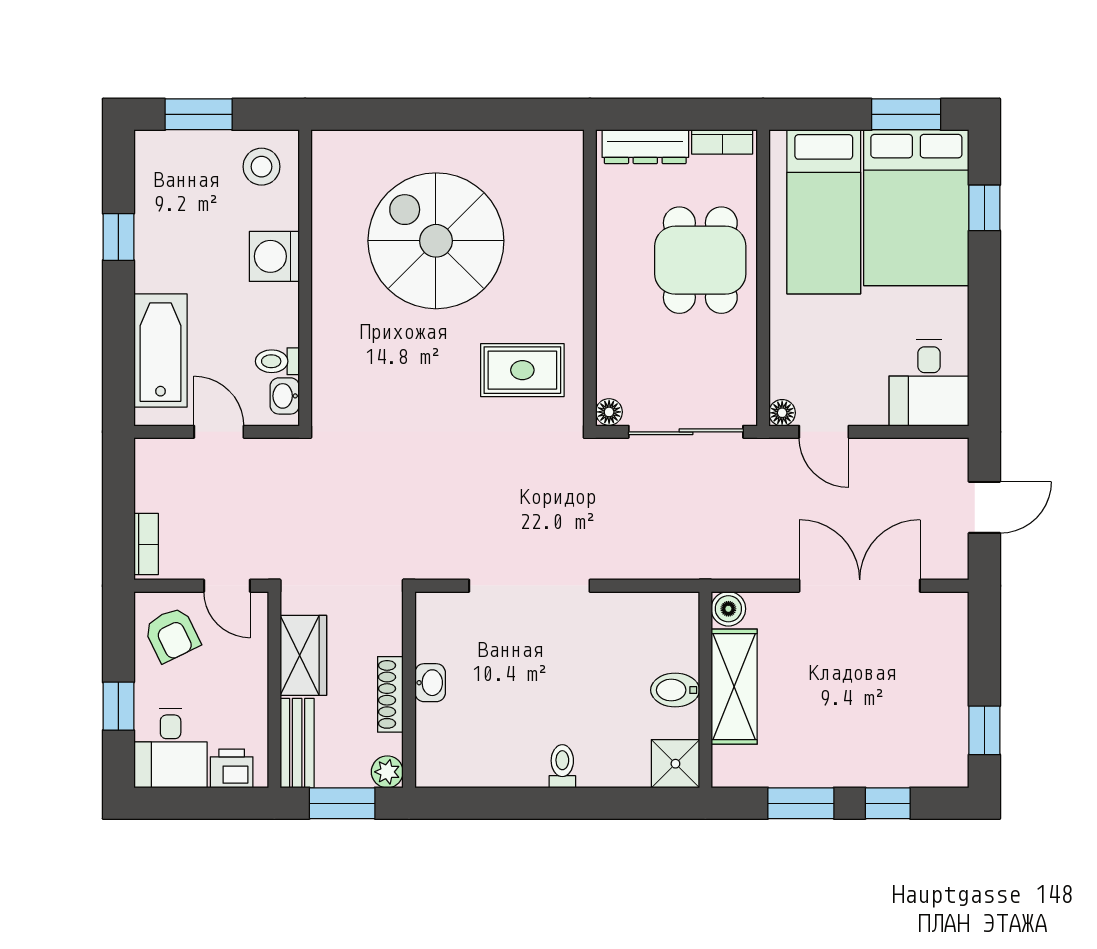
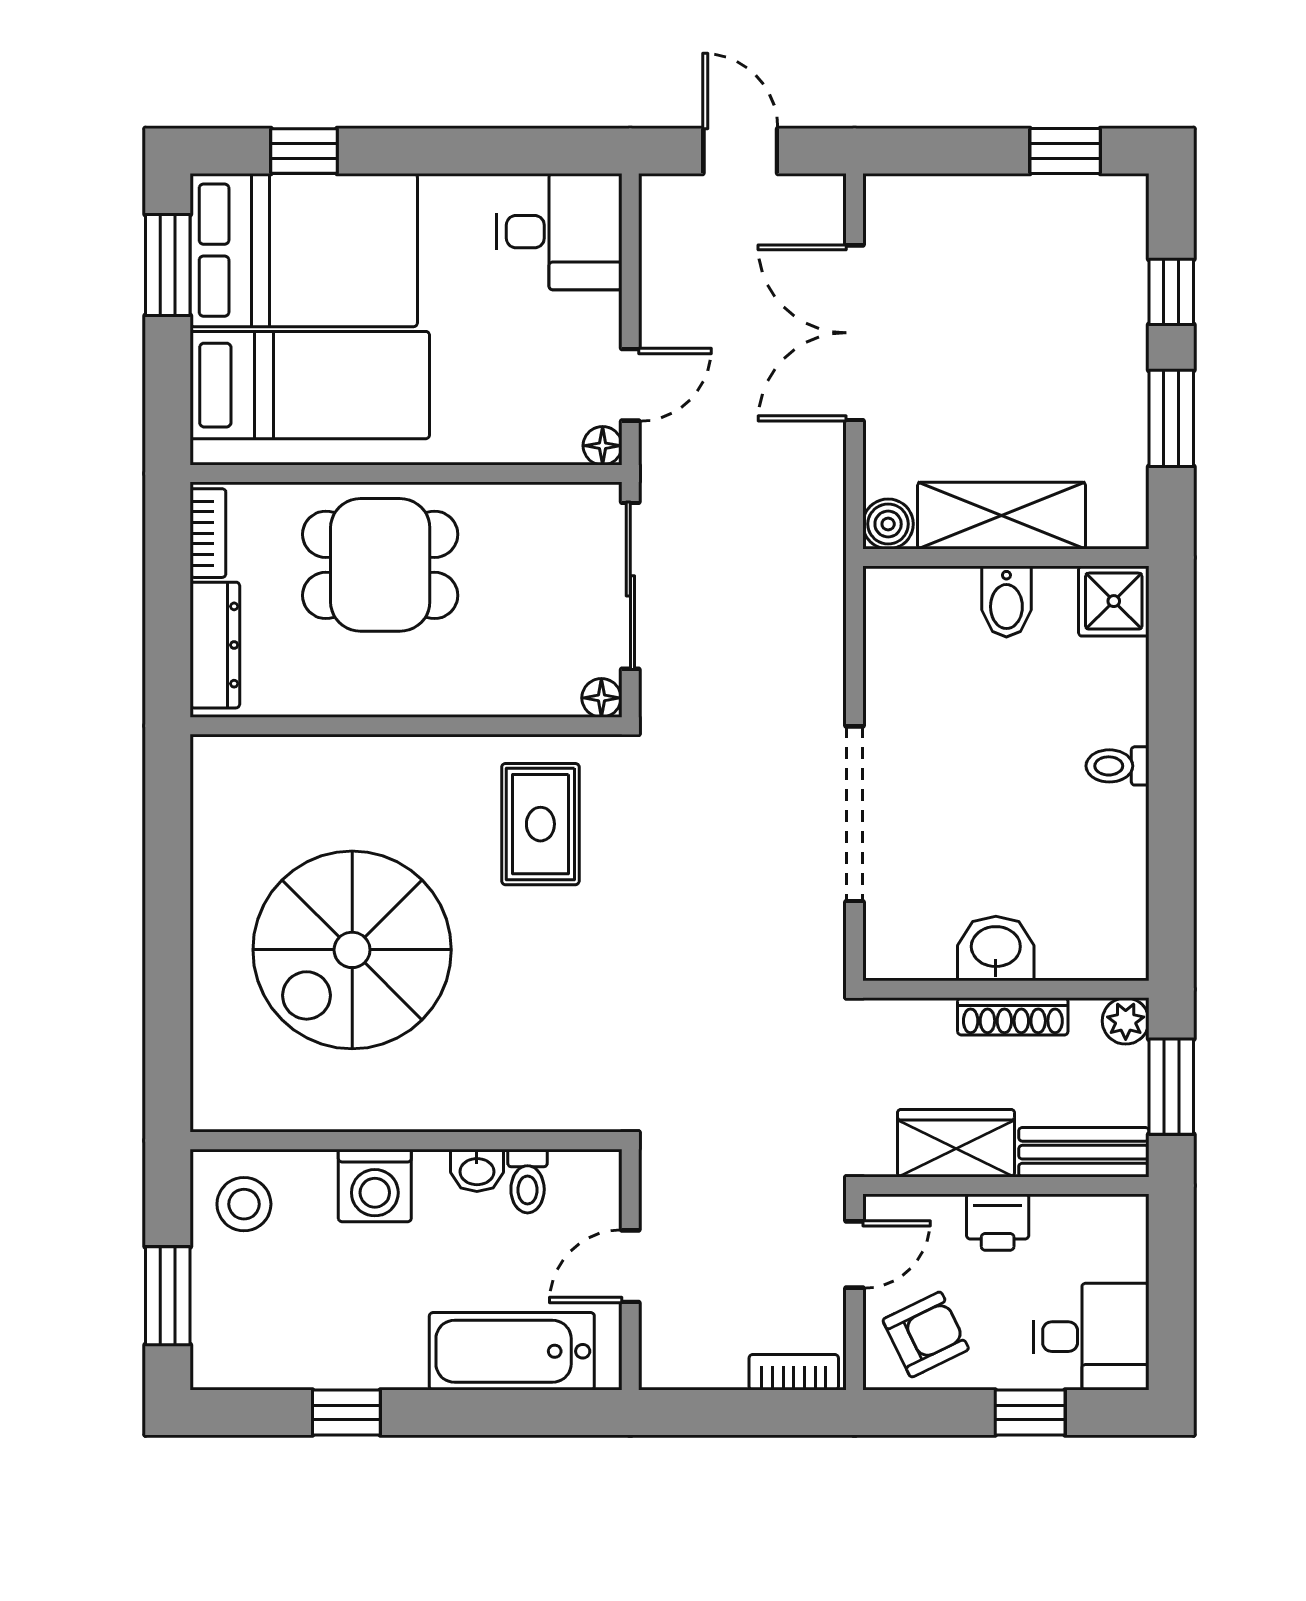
washbasin: (285, 396) -> (477, 1170), moved
washbasin: (430, 683) -> (996, 948), width x1.38, depth x1.45
printer: (232, 768) -> (998, 1222), moved, turned -90

